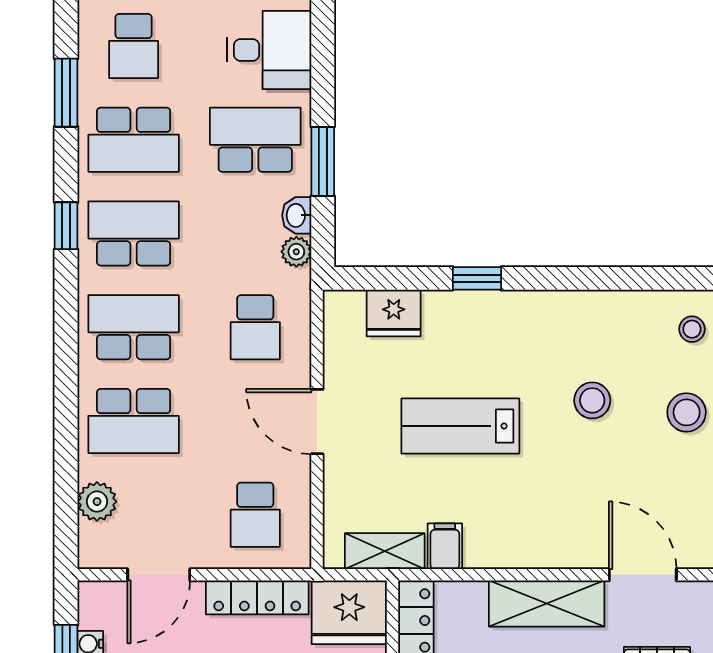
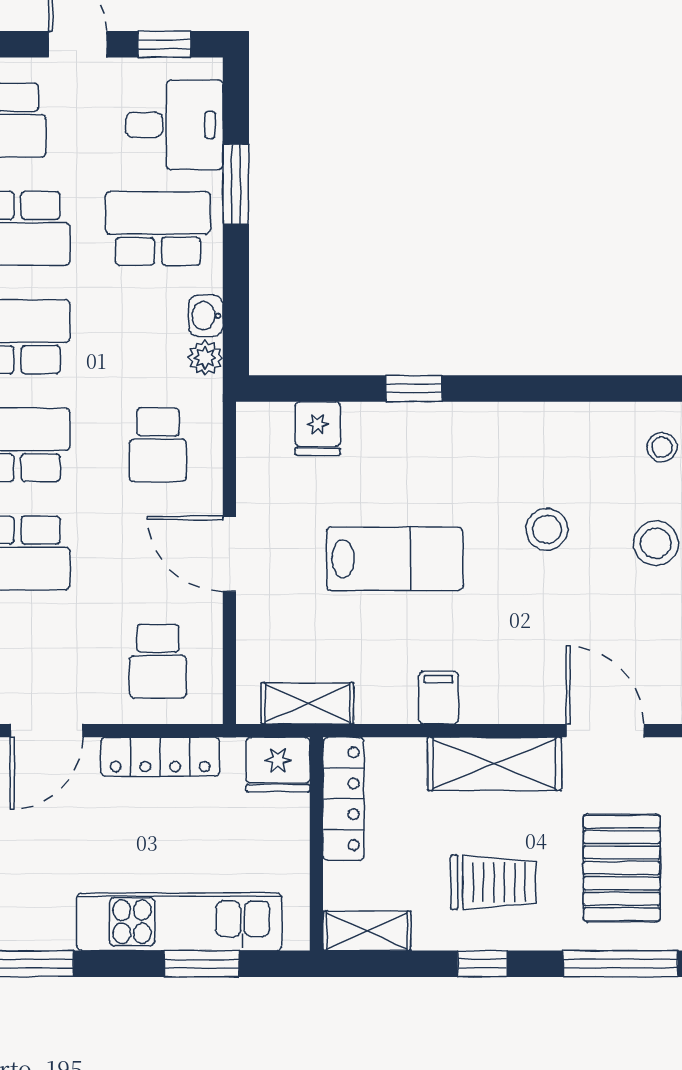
window: (323, 161) -> (236, 184), moved
fridge: (394, 313) -> (318, 428), width x0.72
lab bench: (460, 426) -> (395, 559), turned 180
filing cabinet: (445, 546) -> (439, 698), moved
fridge: (349, 612) -> (278, 765), width x0.73, depth x0.75

